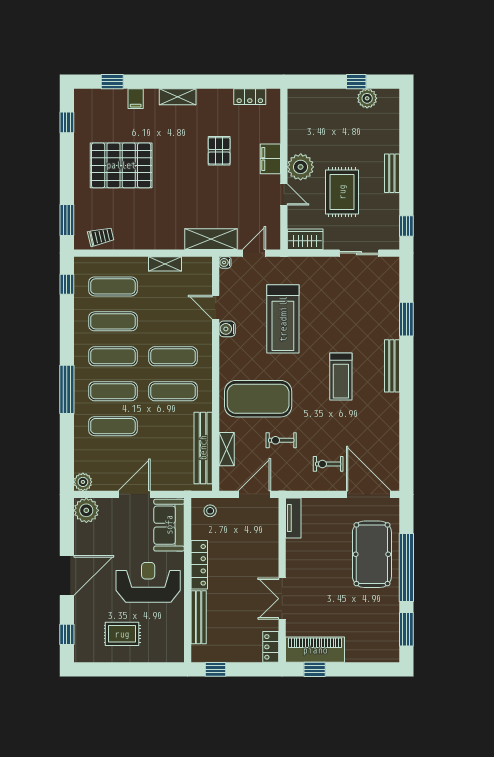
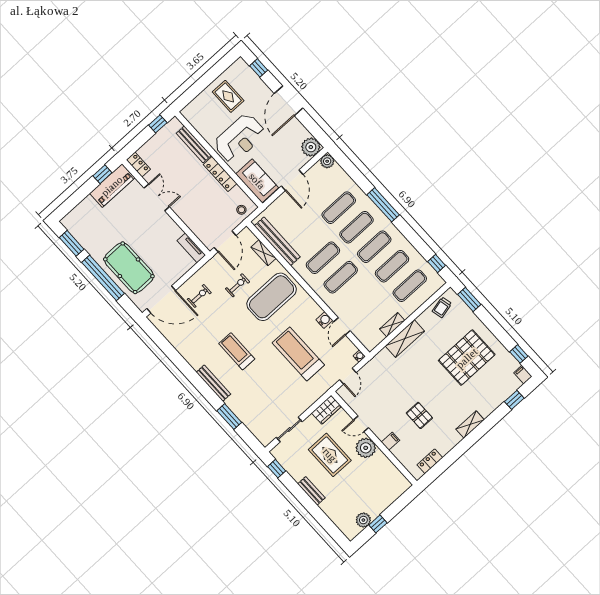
filing cabinet: (136, 99) -> (523, 375), moved
filing cabinet: (270, 159) -> (390, 441), width x0.50
shelving: (211, 239) -> (405, 339), moved
door: (216, 307) -> (342, 326), swing flipped
rug: (122, 634) -> (228, 96), turned 90

